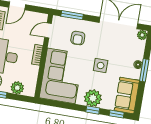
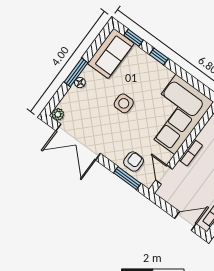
door: (48, 30) -> (164, 175), swing flipped
armchair: (78, 38) -> (133, 162), moved
plant: (93, 98) -> (152, 70), removed

